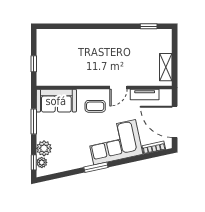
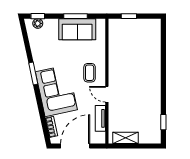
sofa: (56, 101) -> (77, 29), moved, turned -90
plant: (44, 148) -> (51, 26), removed

